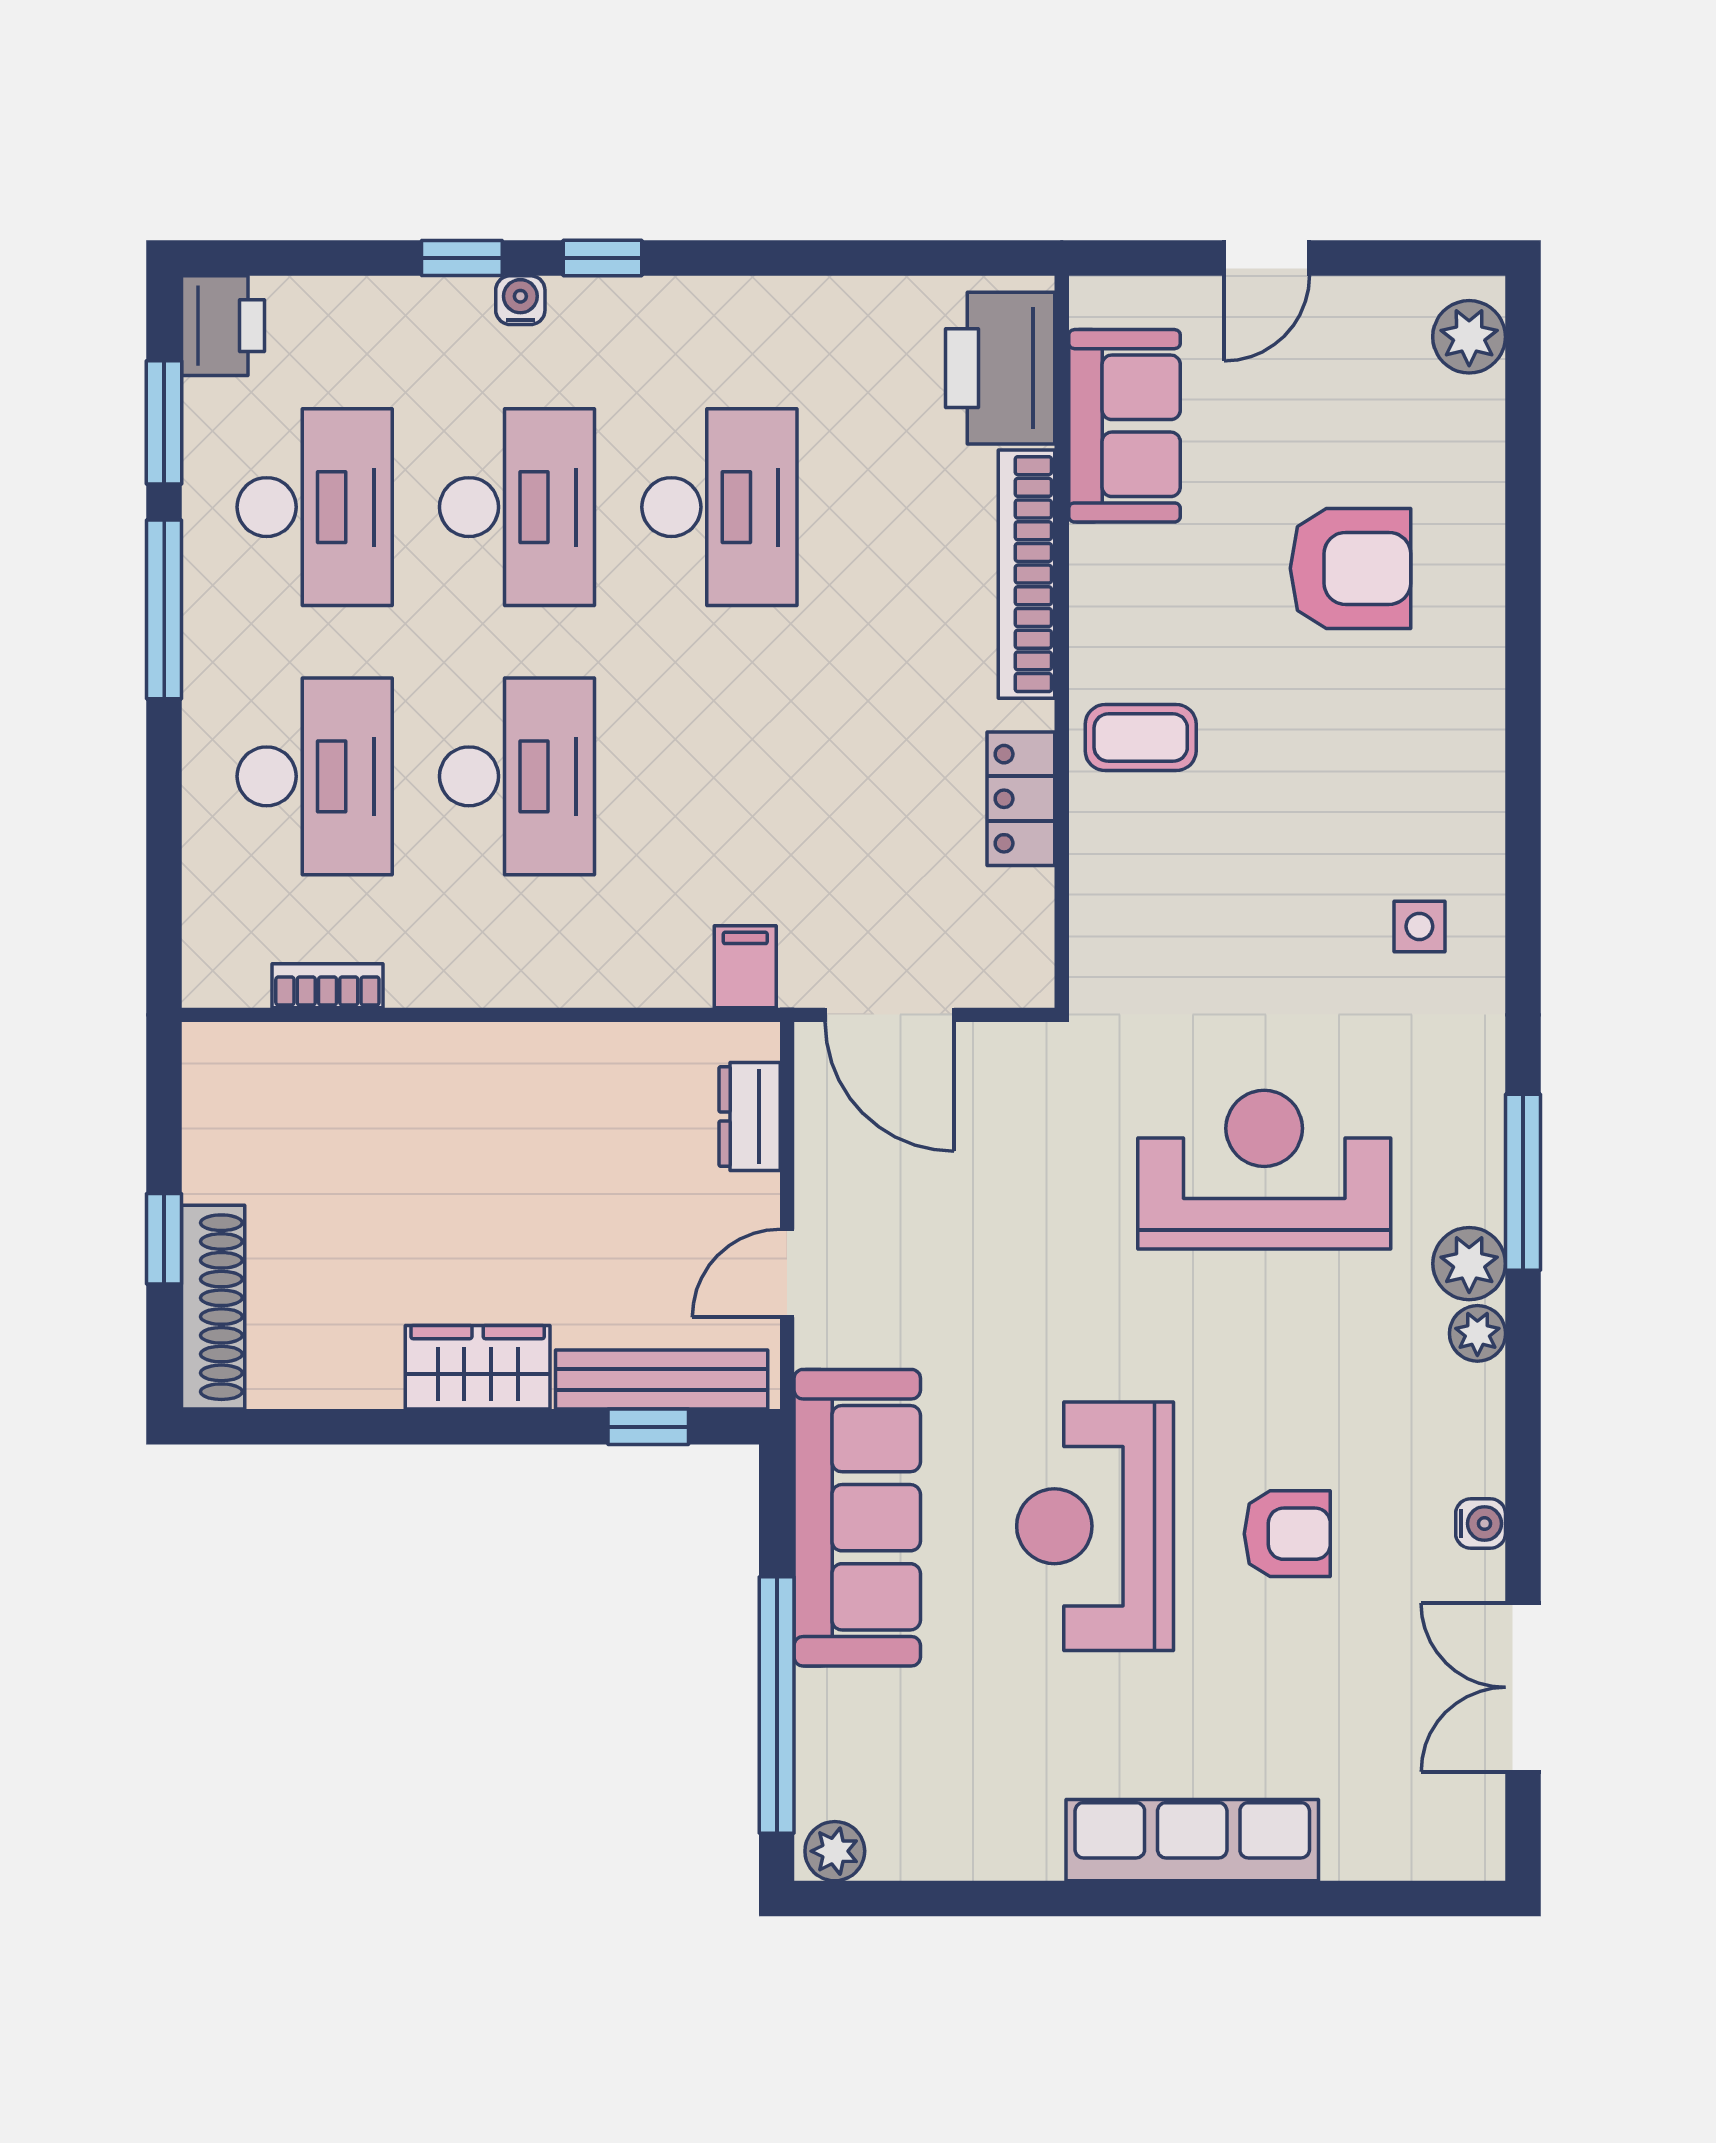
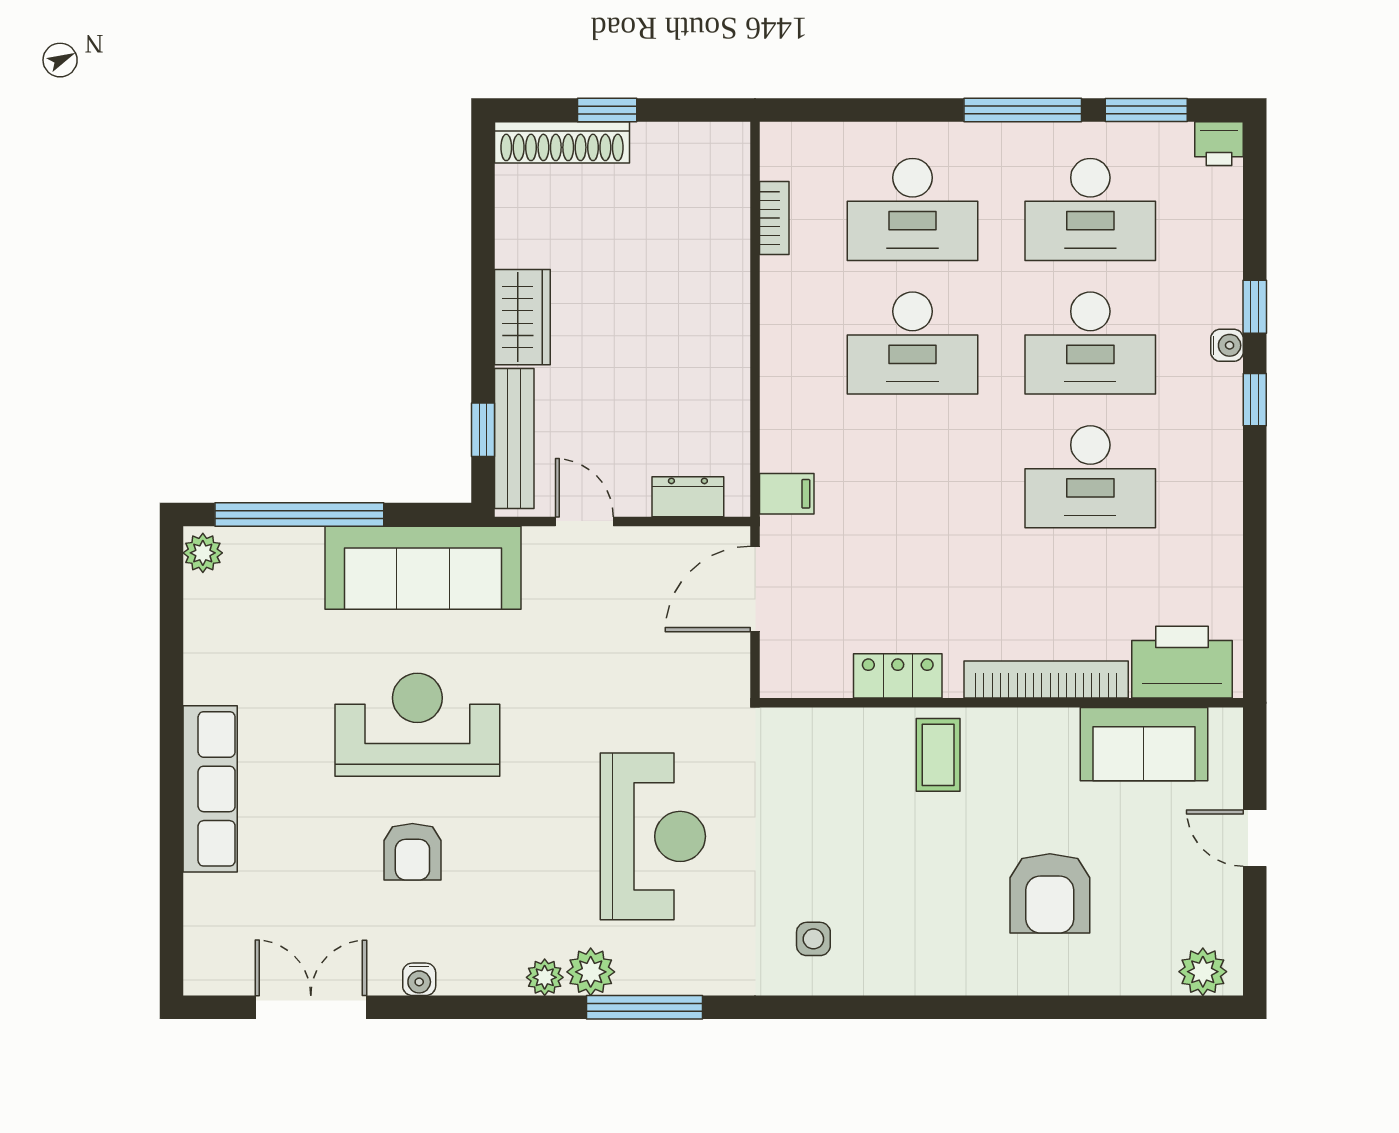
printer: (223, 326) -> (1219, 144), width x0.73, depth x0.81

